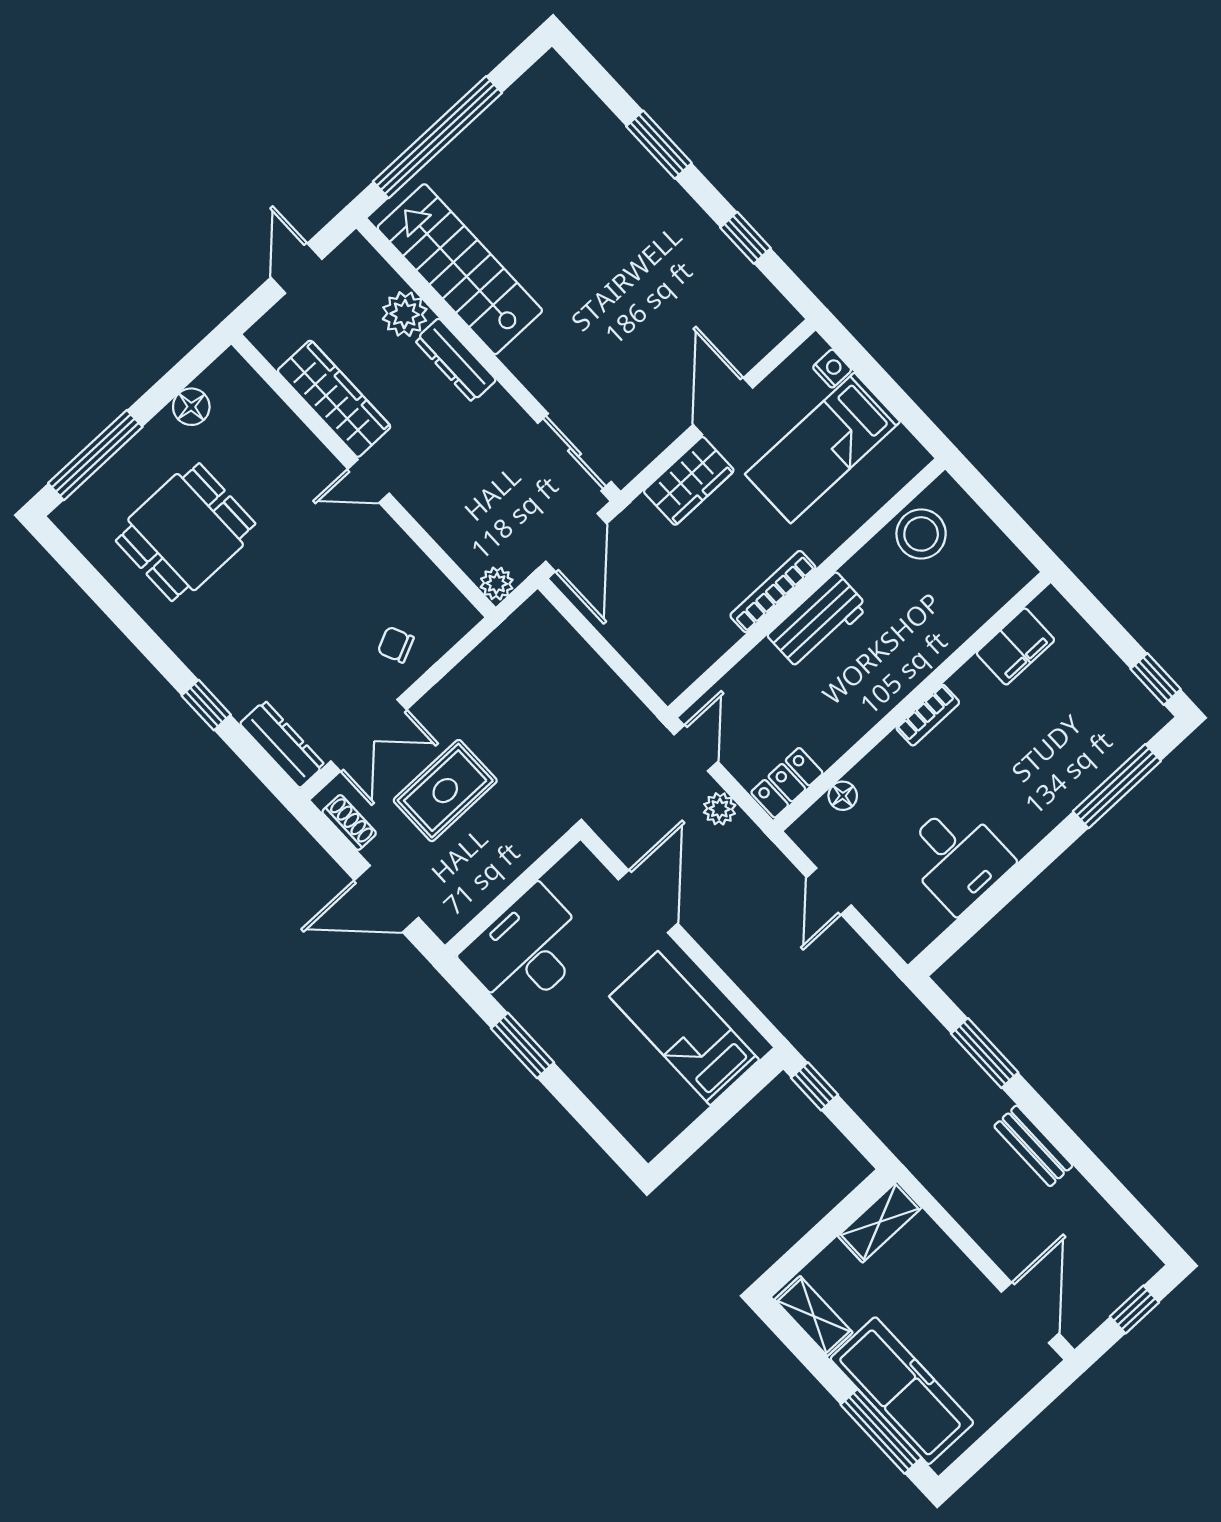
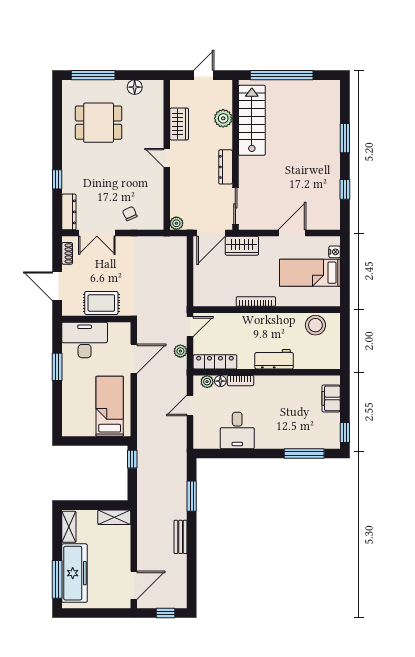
dresser: (455, 360) -> (226, 167), moved
wardrobe: (334, 399) -> (179, 124), width x0.67
wardrobe: (689, 481) -> (242, 246), moved
workbench: (818, 621) -> (274, 359), moved, turned 180
filing cabinet: (1015, 647) -> (331, 398), moved, turned 90
bookcase: (928, 715) -> (240, 381), moved
locker: (787, 783) -> (215, 362), width x1.53
rug: (445, 791) -> (101, 303), moved
plant: (820, 819) -> (207, 382), added

